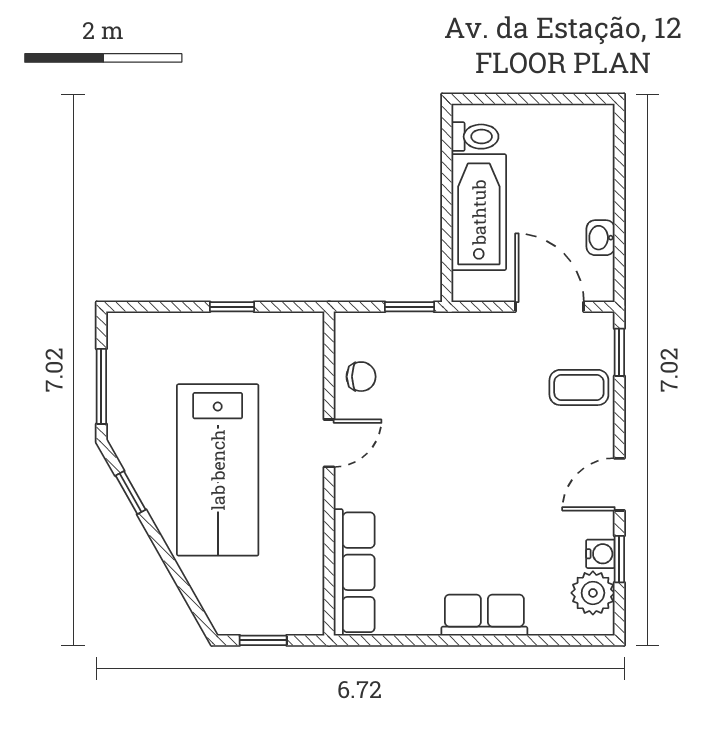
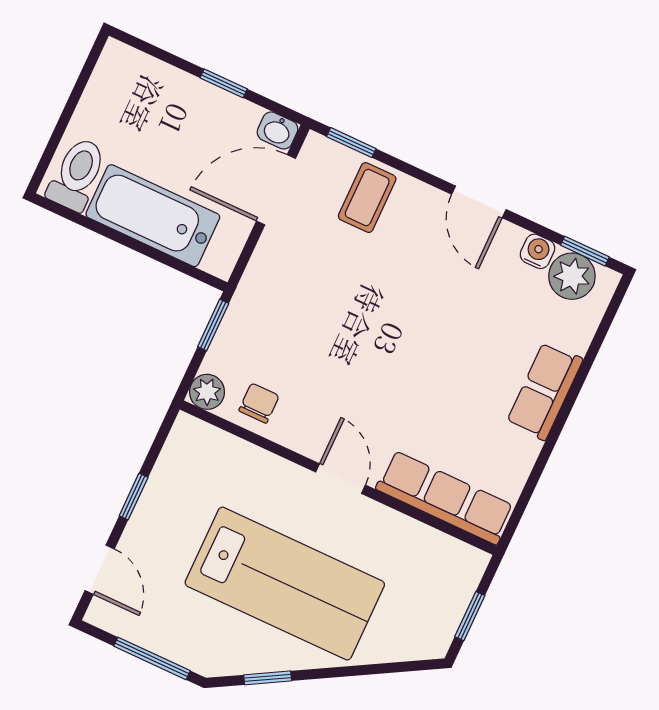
toilet: (475, 137) -> (77, 174), width x1.37, depth x1.39
window: (619, 220) -> (224, 83), added
washbasin: (601, 238) -> (277, 130), moved
door: (156, 307) -> (100, 570), added
plant: (350, 328) -> (207, 392), added
door: (329, 443) -> (340, 479), moved
window: (619, 559) -> (585, 251), moved

